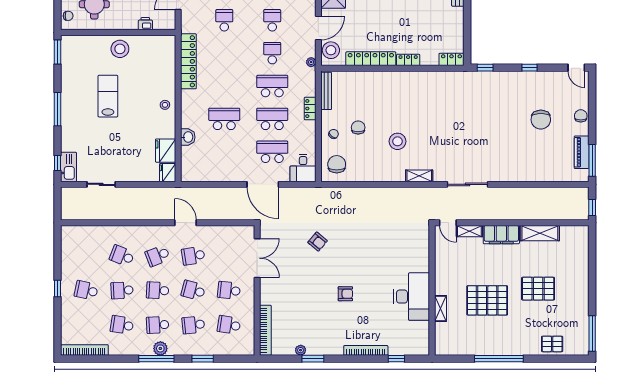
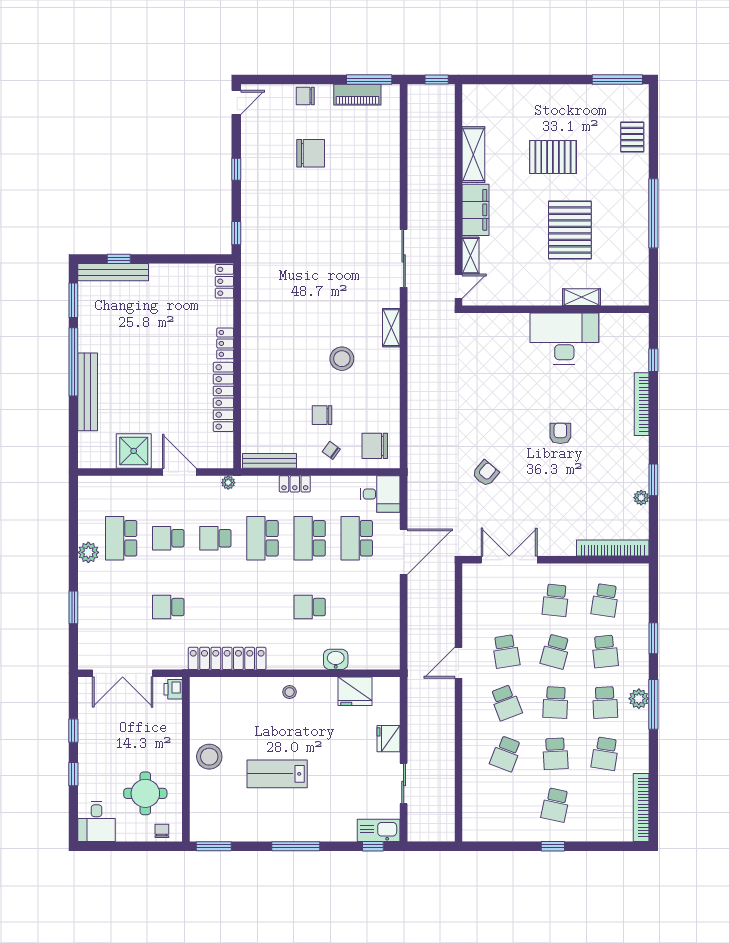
printer: (145, 24) -> (173, 689), moved
stool: (331, 50) -> (211, 454), removed
school desk: (224, 119) -> (310, 607), width x0.54
fridge: (168, 173) -> (389, 739), moved, turned 90
pallet: (538, 289) -> (553, 157), turned 90

